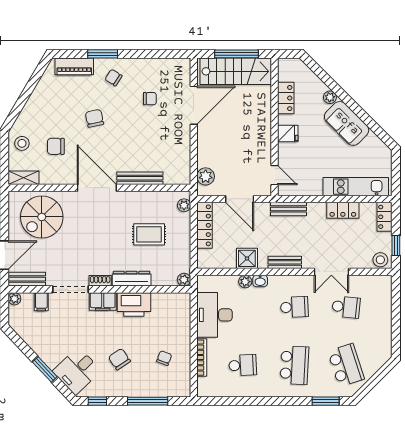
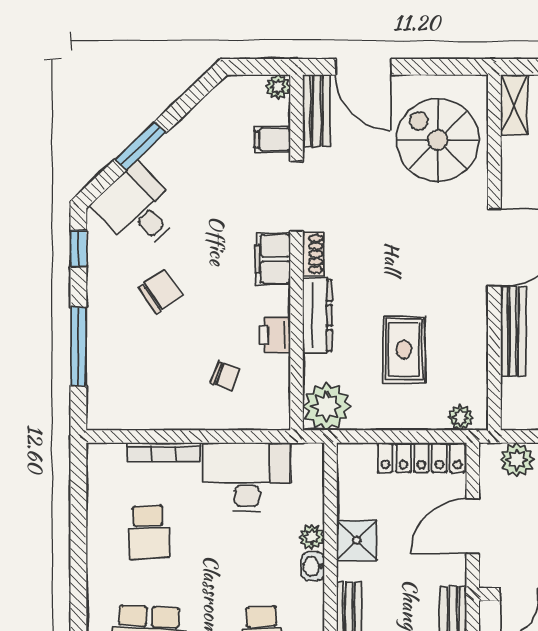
plant: (184, 280) -> (327, 406), width x1.88, depth x1.88
printer: (134, 304) -> (275, 335), width x0.53, depth x0.68
chair: (164, 358) -> (225, 376), moved

